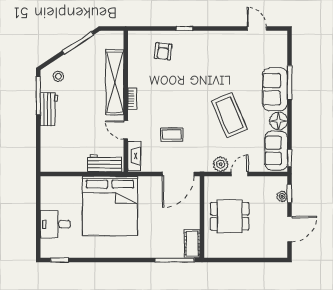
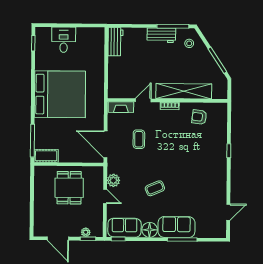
armchair: (163, 51) -> (199, 117), moved
coffee table: (229, 115) -> (155, 188), width x0.54, depth x0.58
workbench: (105, 163) -> (115, 42), moved
bed: (110, 206) -> (60, 94), moved, turned 180

